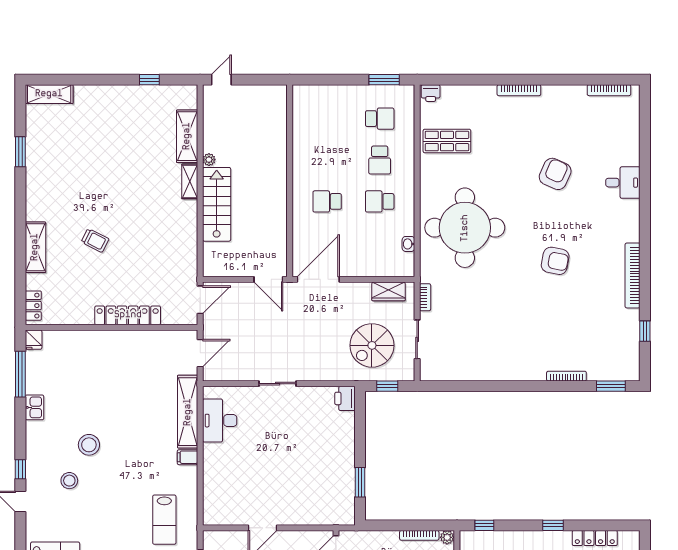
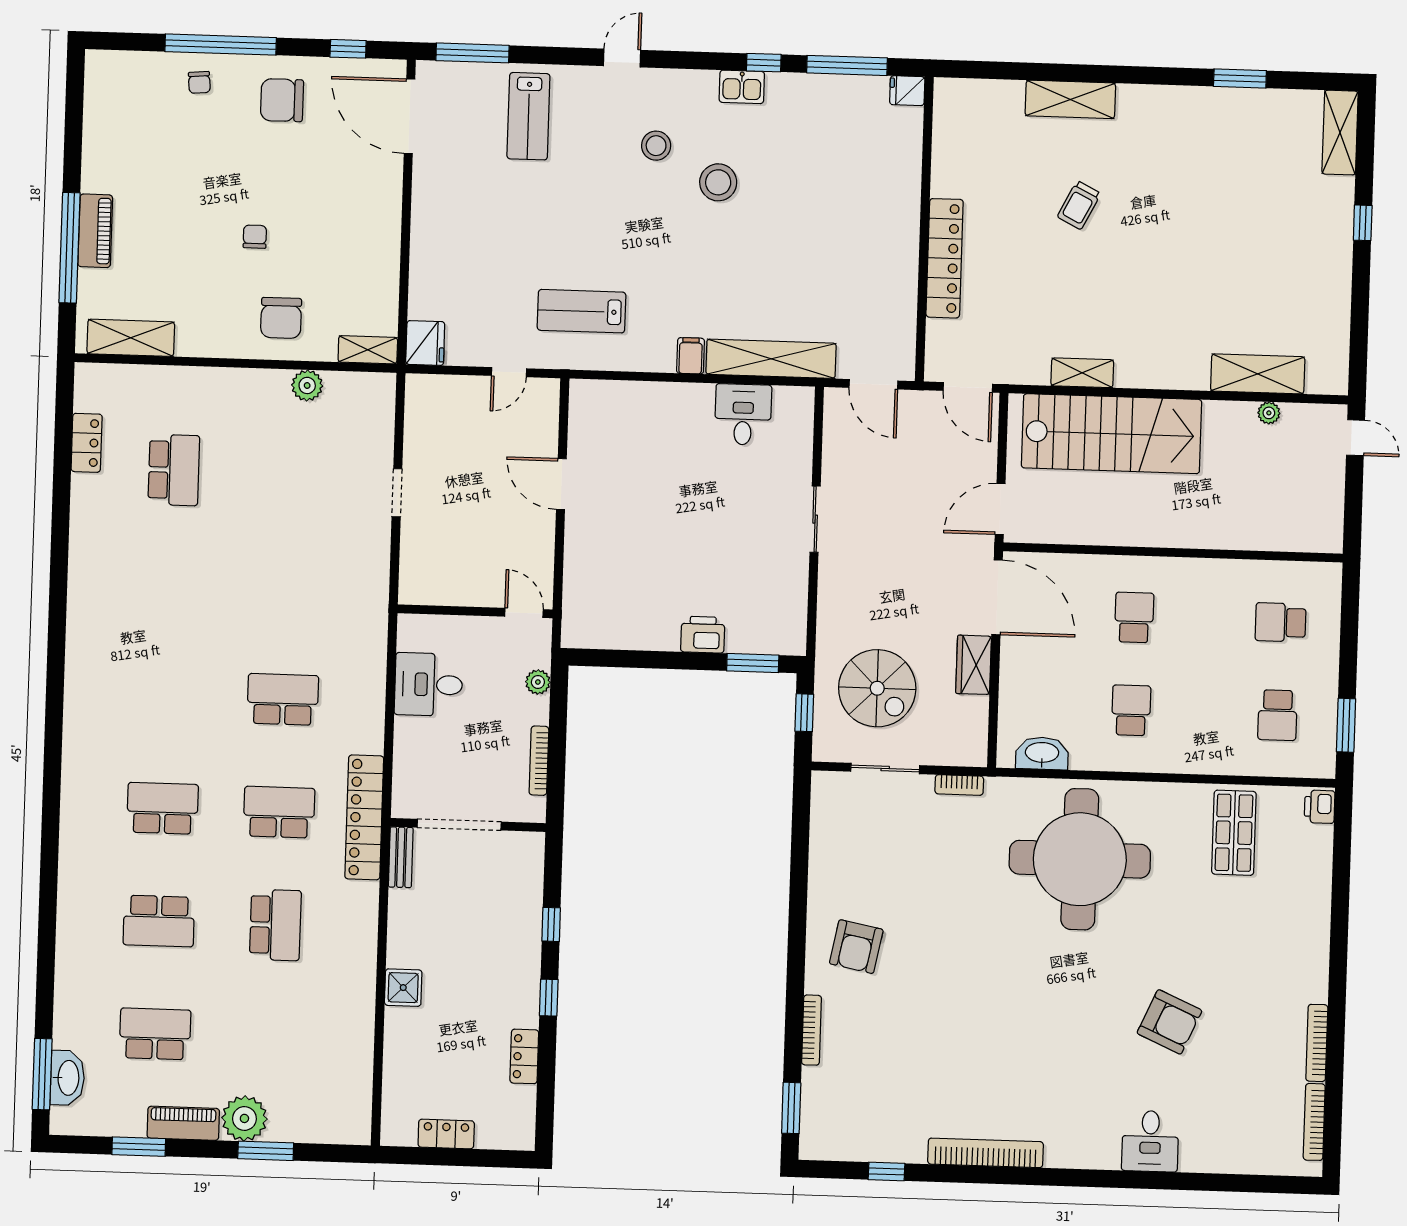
window: (149, 80) -> (1363, 223), moved
bookcase: (519, 90) -> (1317, 1043), moved
plant: (209, 160) -> (1269, 413), moved
school desk: (380, 160) -> (1281, 622), moved
shelving: (190, 181) -> (1082, 373), moved
stairs: (217, 204) -> (1112, 434), width x1.36, depth x1.51
washbasin: (408, 244) -> (1042, 753), width x1.91, depth x1.45
armchair: (555, 261) -> (856, 947), moved
wardrobe: (388, 291) -> (974, 665), moved
locker: (33, 306) -> (967, 92), removed
spiral stairs: (372, 345) -> (877, 688), turned 180
printer: (345, 398) -> (703, 635), moved
kitchen sink: (34, 407) -> (742, 87), moved
desk: (220, 421) -> (743, 414), width x0.73
window: (20, 469) -> (764, 63), moved
window: (360, 482) -> (753, 663), moved
window: (484, 525) -> (551, 924), moved
plant: (447, 537) -> (538, 682), moved
locker: (595, 538) -> (524, 1056), width x0.66

